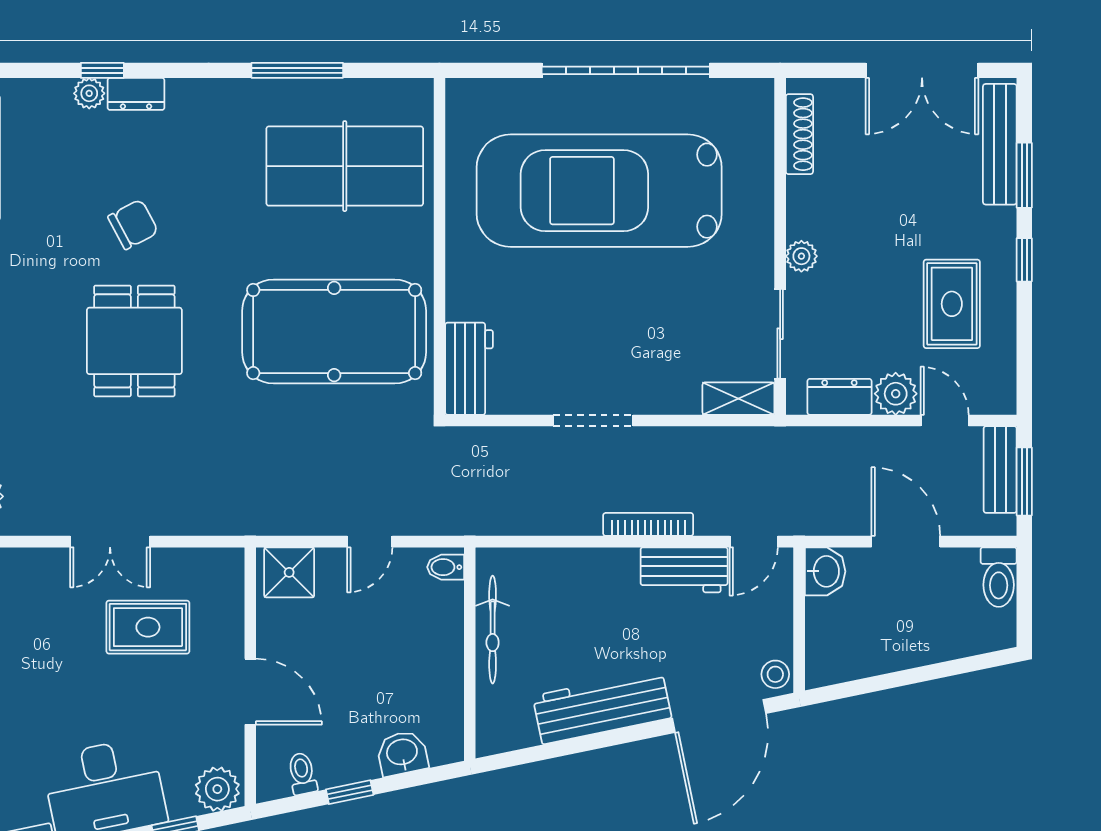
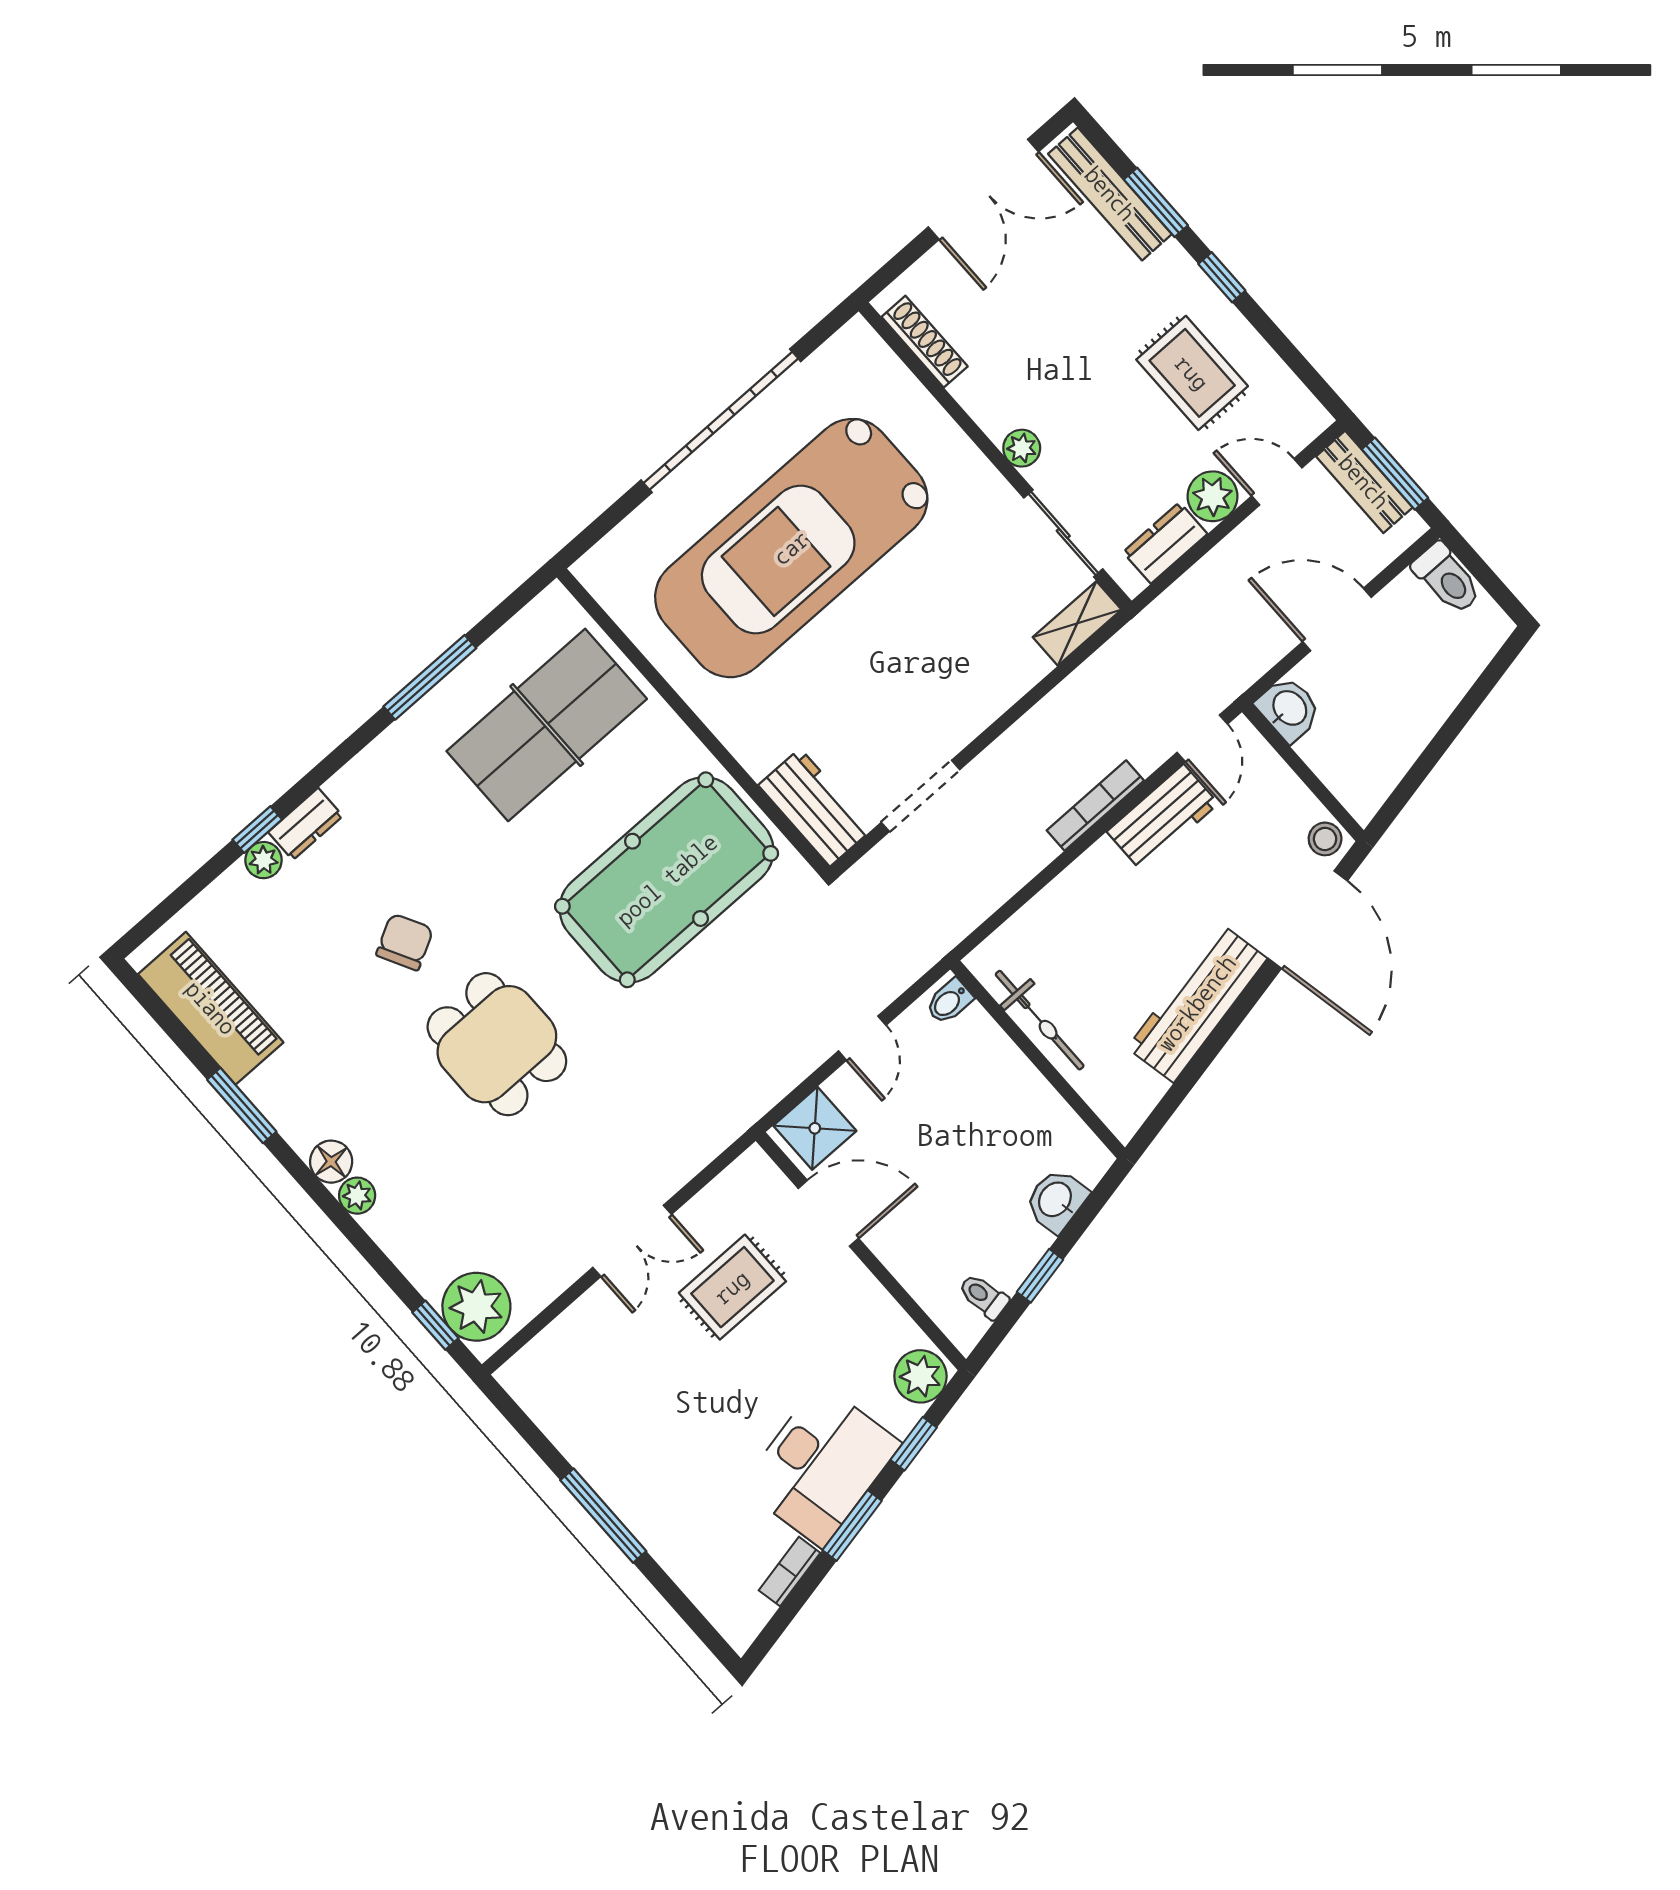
doorway: (593, 421) -> (921, 796), moved
door: (250, 692) -> (828, 1213), moved

